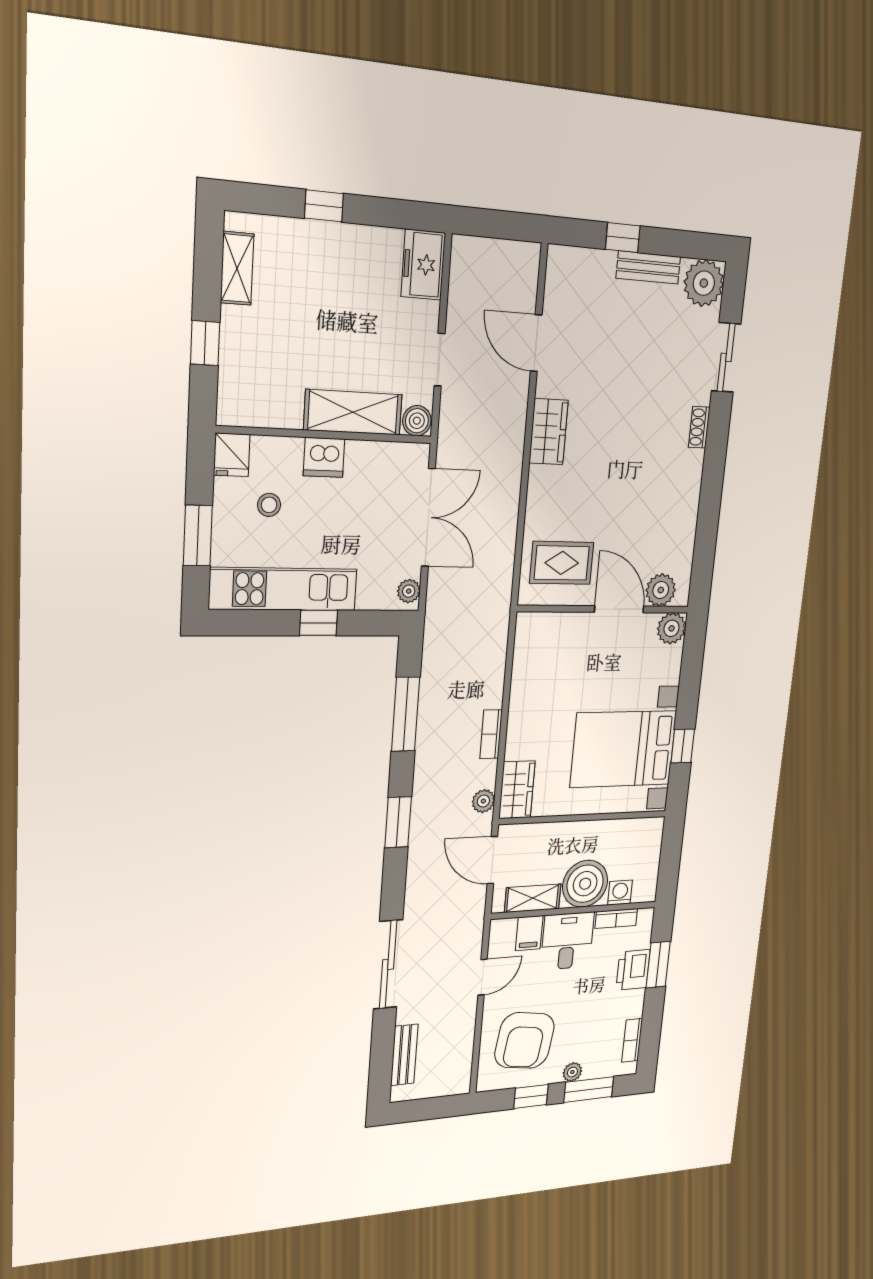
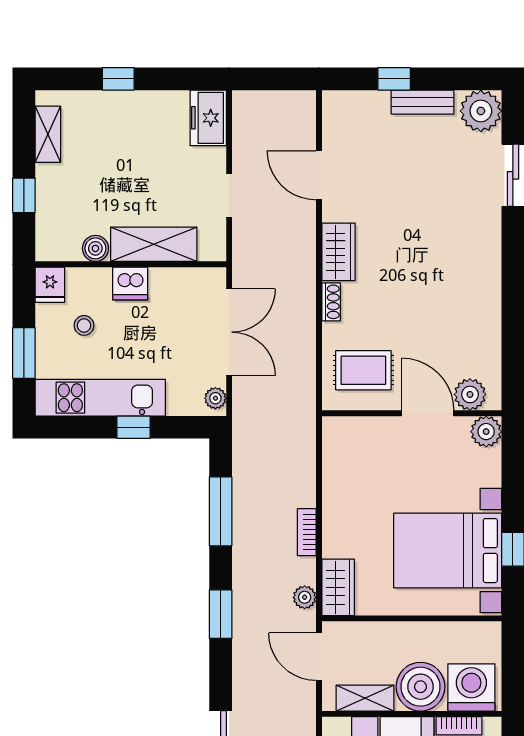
boiler: (417, 421) -> (95, 248), moved
shoe rack: (699, 427) -> (331, 302), moved, turned 180
washing machine: (620, 893) -> (471, 687), width x1.89, depth x1.89

